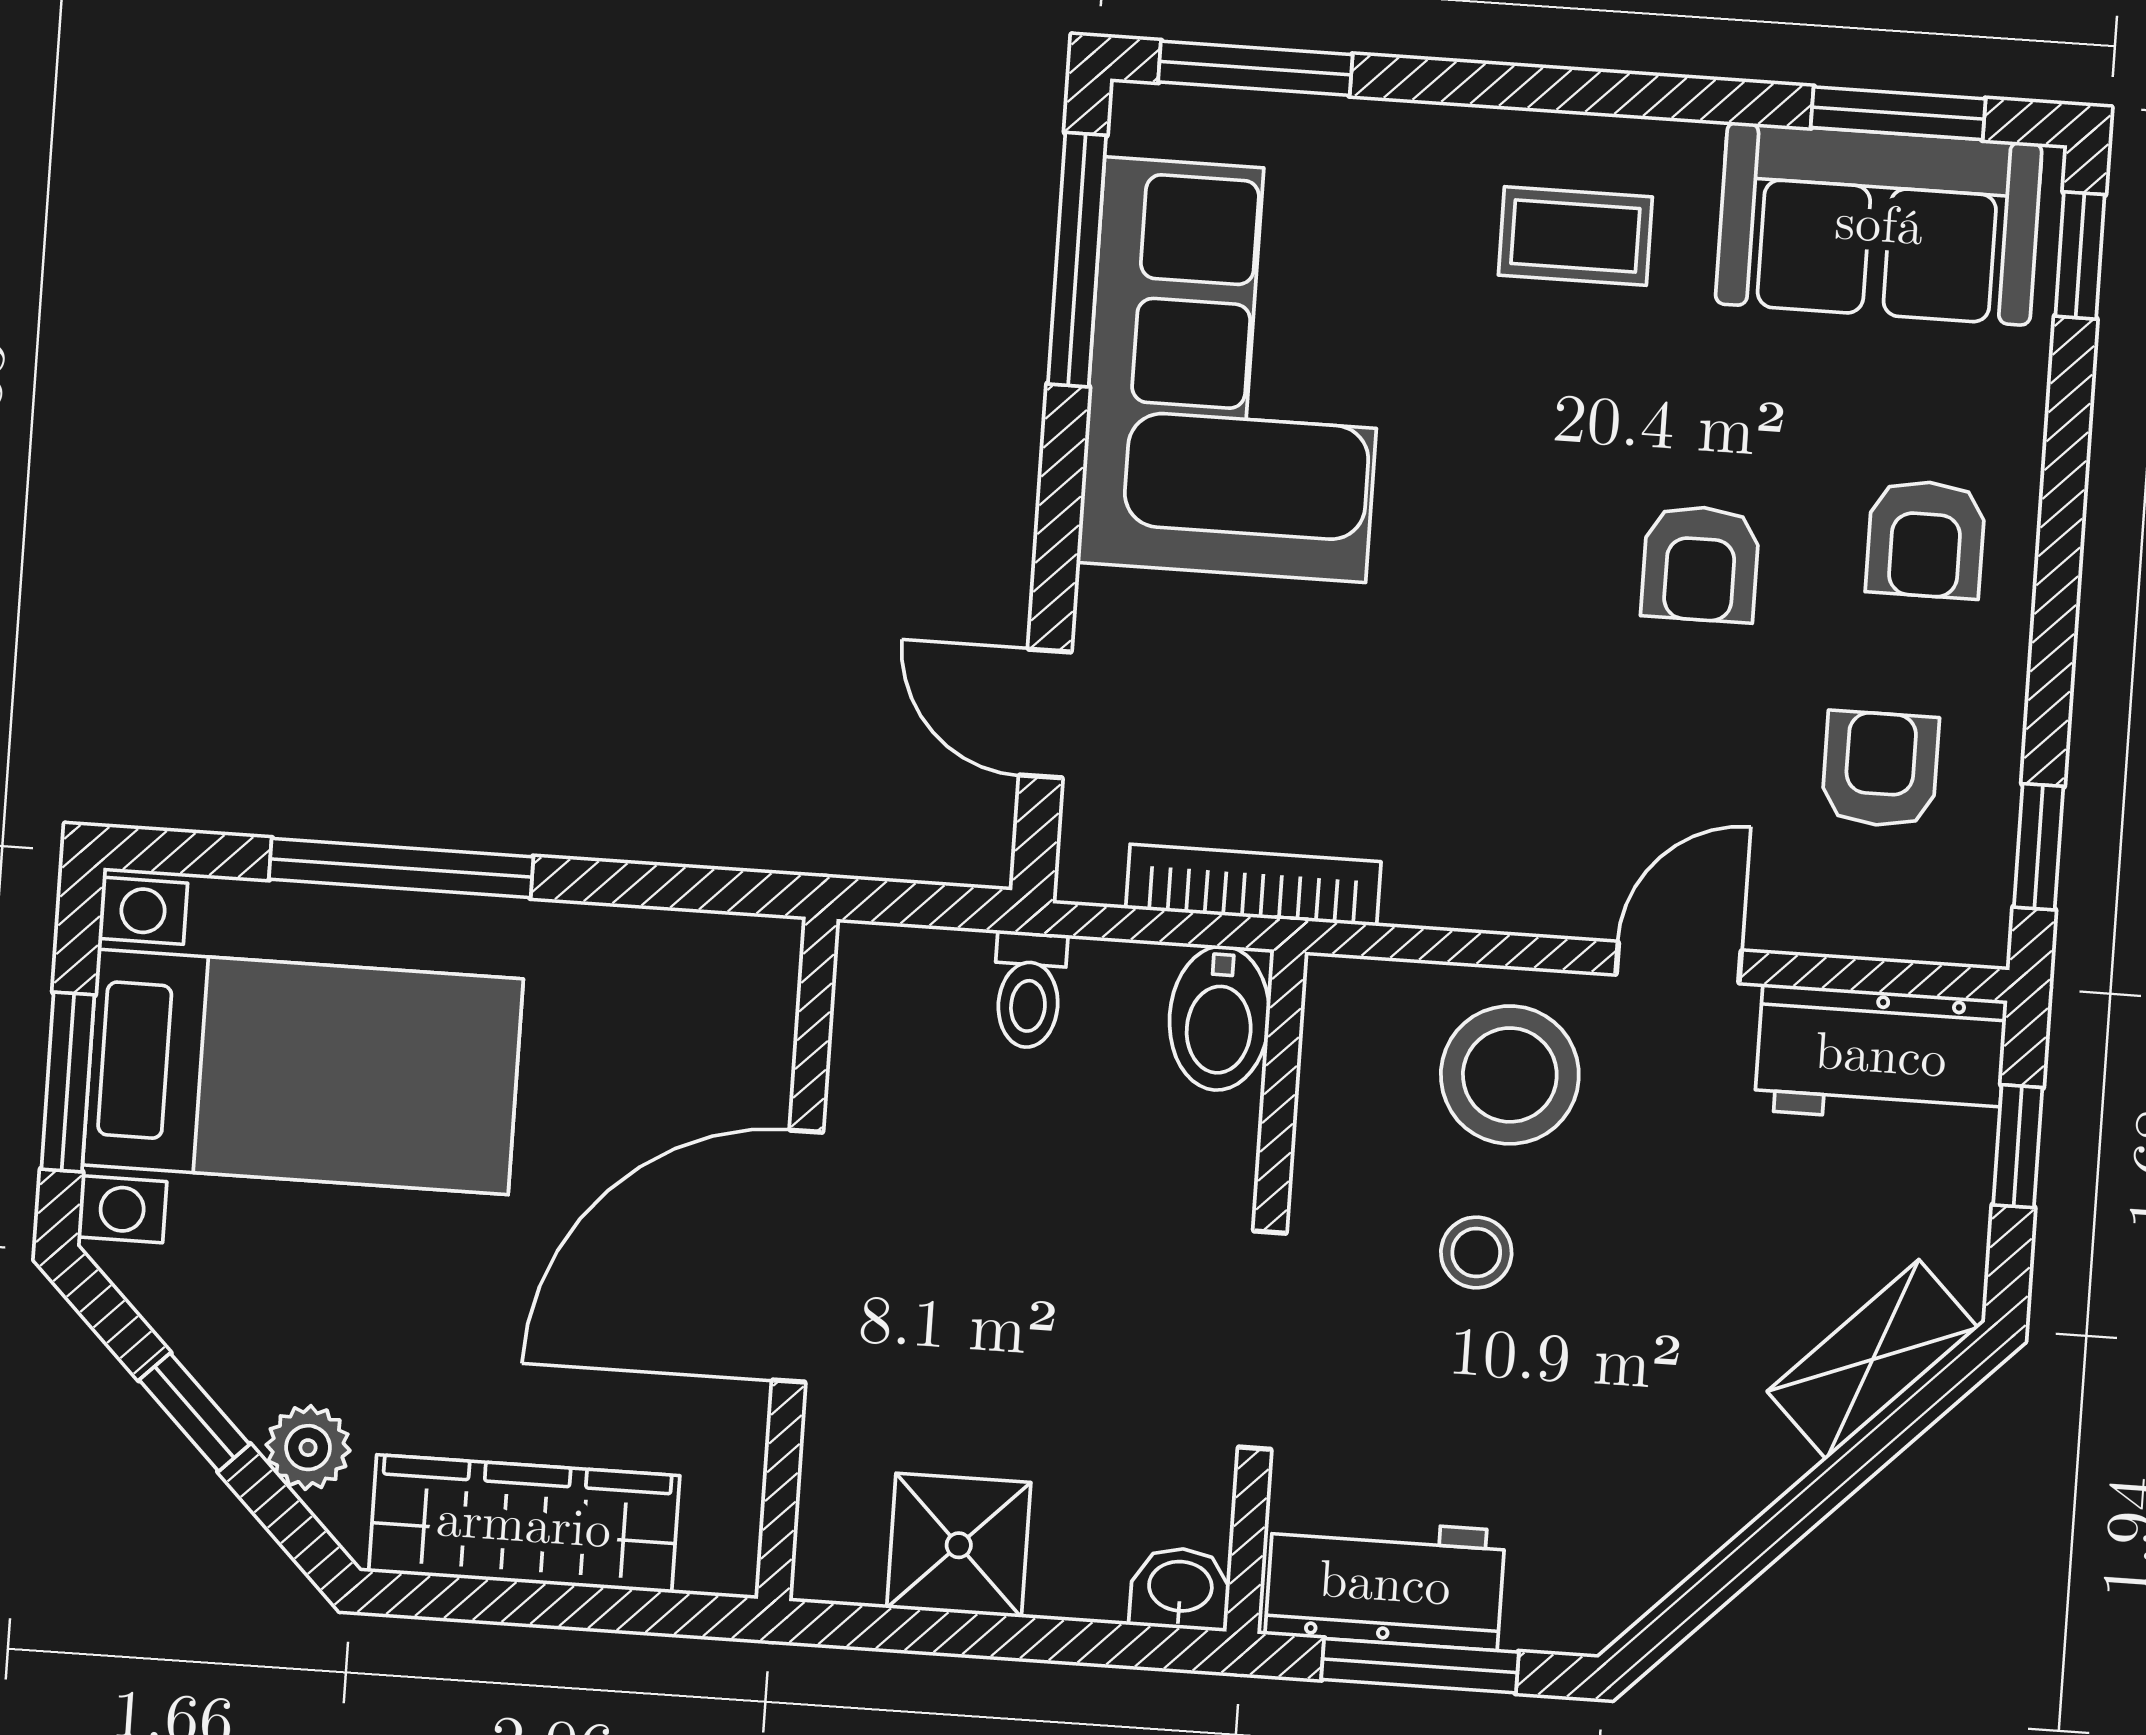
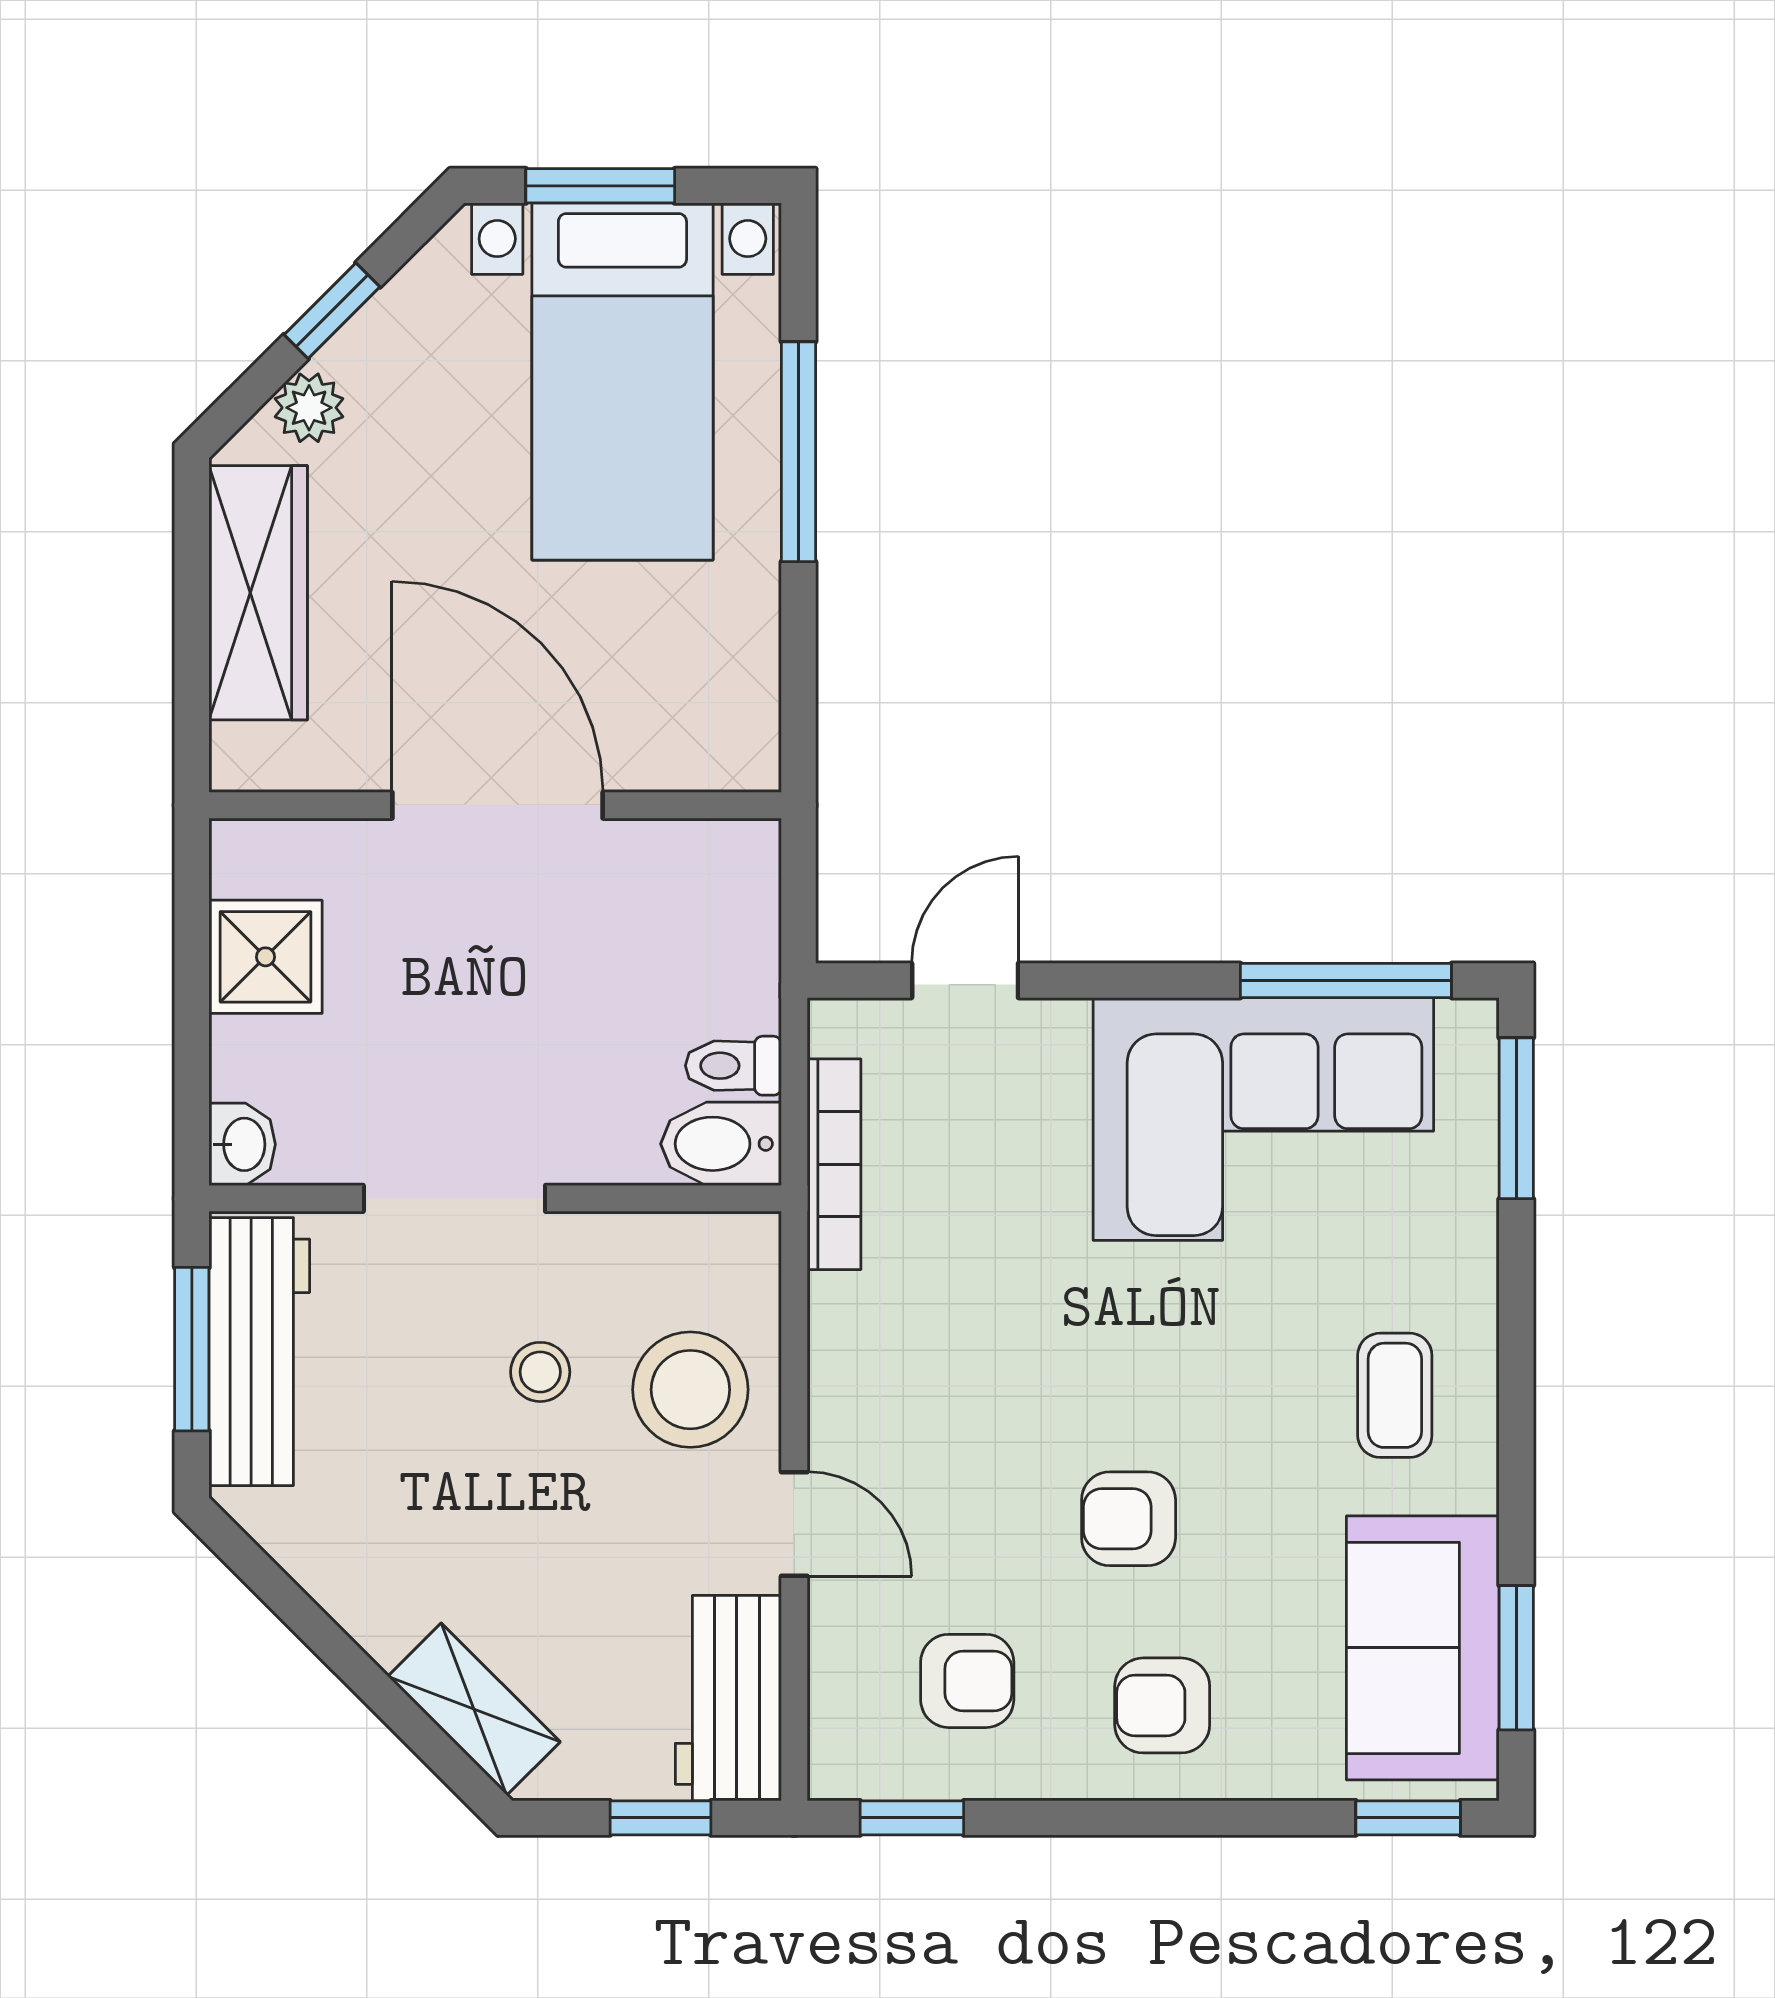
toilet: (1029, 990) -> (733, 1066), moved
workbench: (1385, 1583) -> (259, 1352), width x1.38

